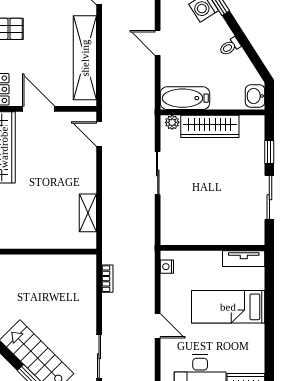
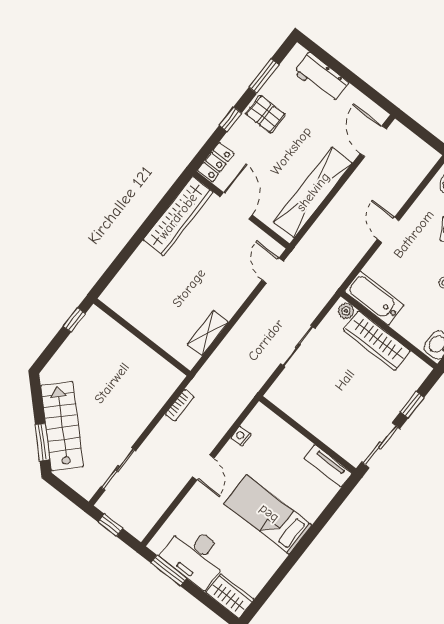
wall: (213, 248) -> (308, 435), moved
tv unit: (244, 259) -> (328, 466), moved
door: (158, 326) -> (203, 467), moved

